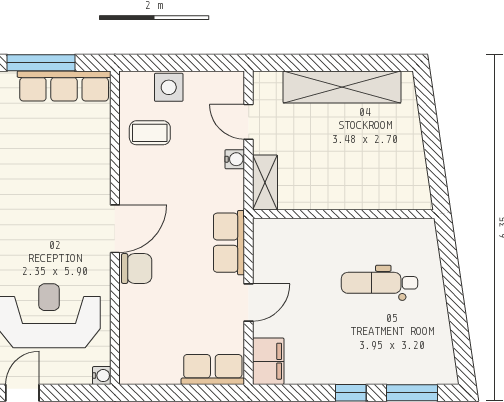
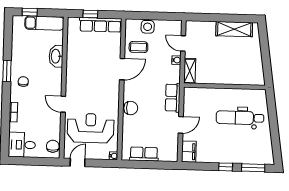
window: (41, 63) -> (90, 14), width x0.46
shelving: (342, 87) -> (234, 29), width x0.68
door: (115, 229) -> (122, 69), moved
dental chair: (379, 283) -> (240, 118), width x1.36, depth x1.38
row of seats: (213, 369) -> (144, 154), moved

